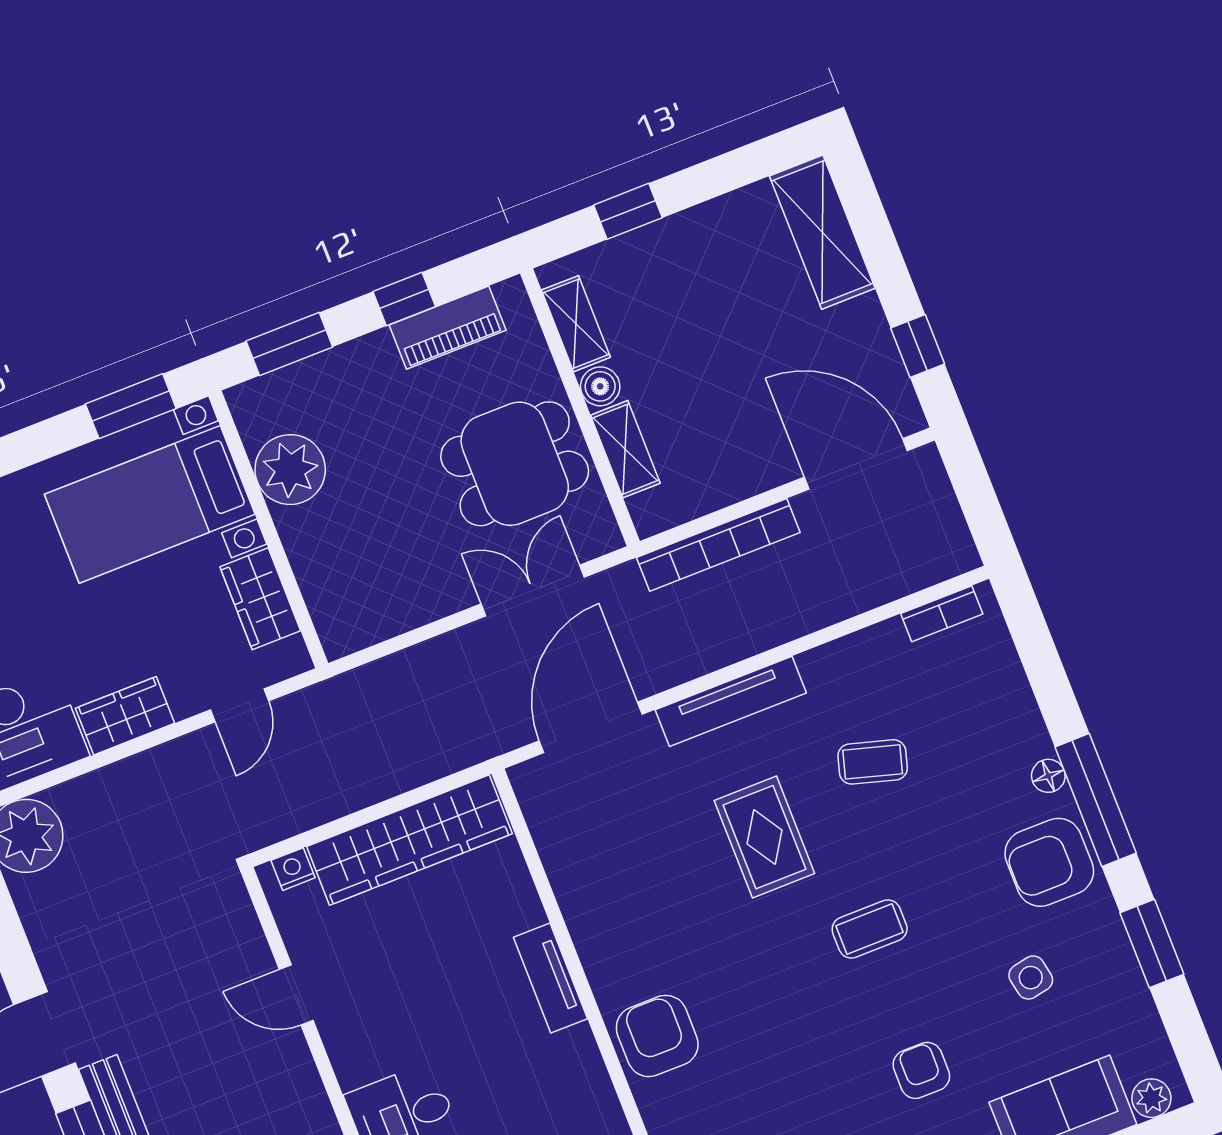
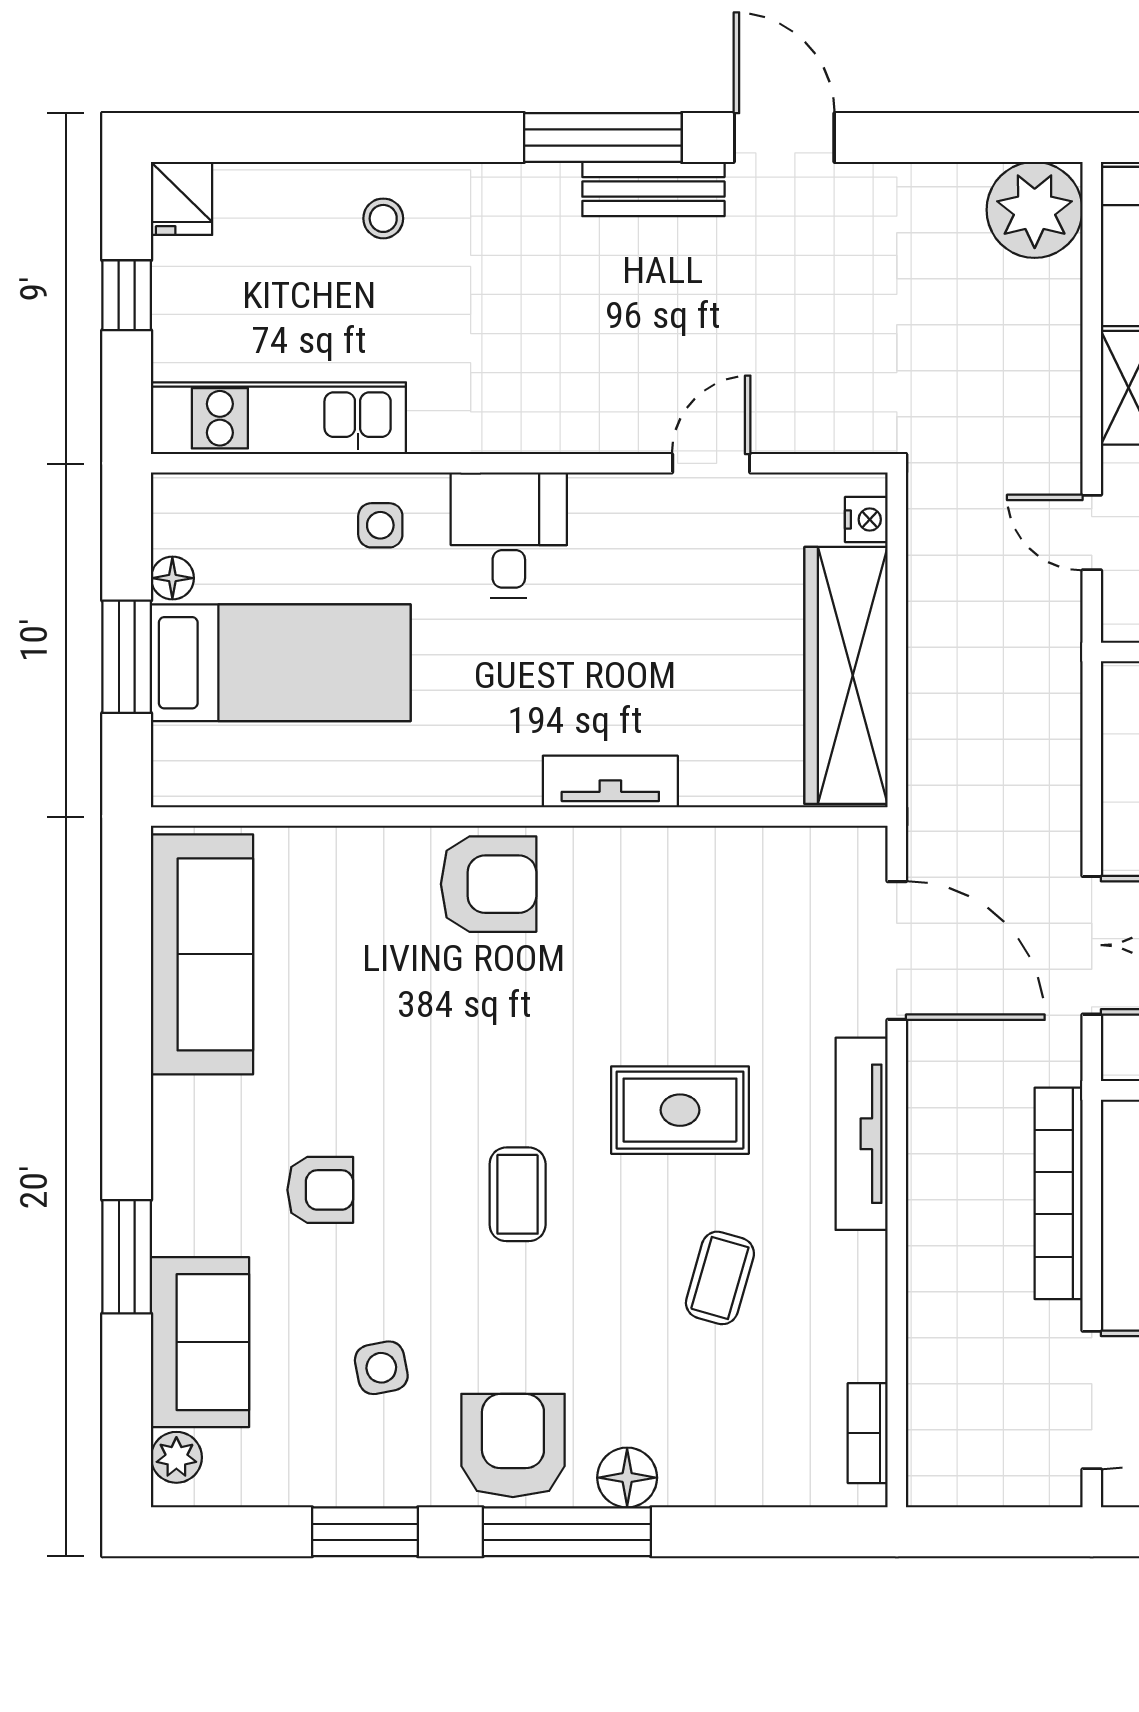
floor lamp: (1048, 776) -> (627, 1478), width x1.37, depth x1.37

